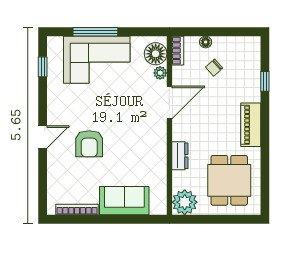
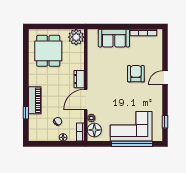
window: (95, 32) -> (132, 144), width x1.46
piano: (251, 125) -> (35, 100), moved
dresser: (180, 156) -> (79, 79), moved

